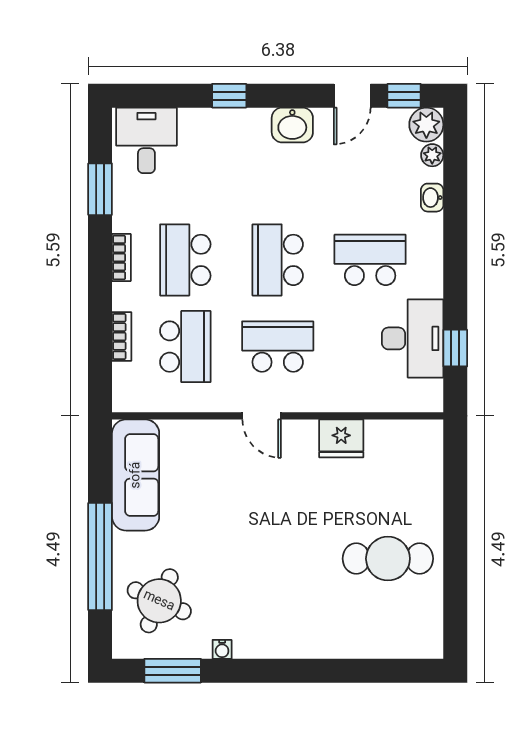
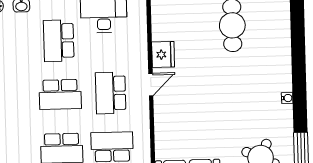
door: (262, 416) -> (151, 85), moved
water cooler: (222, 649) -> (287, 98), moved

